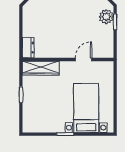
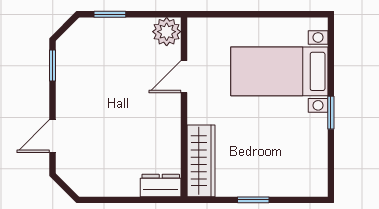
plant: (106, 17) -> (167, 32), moved
door: (83, 59) -> (184, 77), hinge flipped

